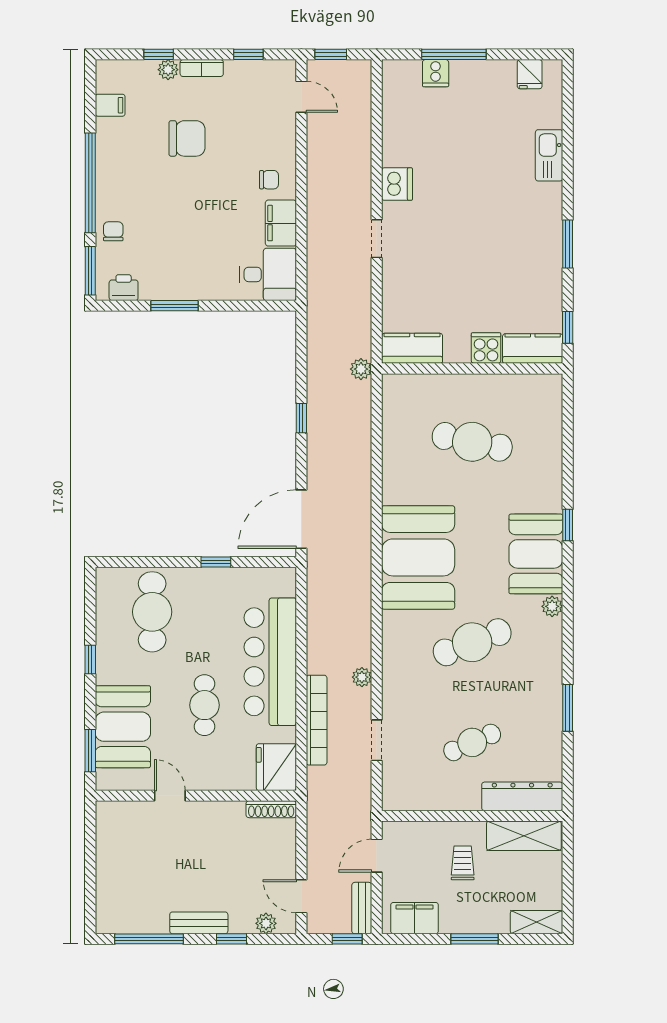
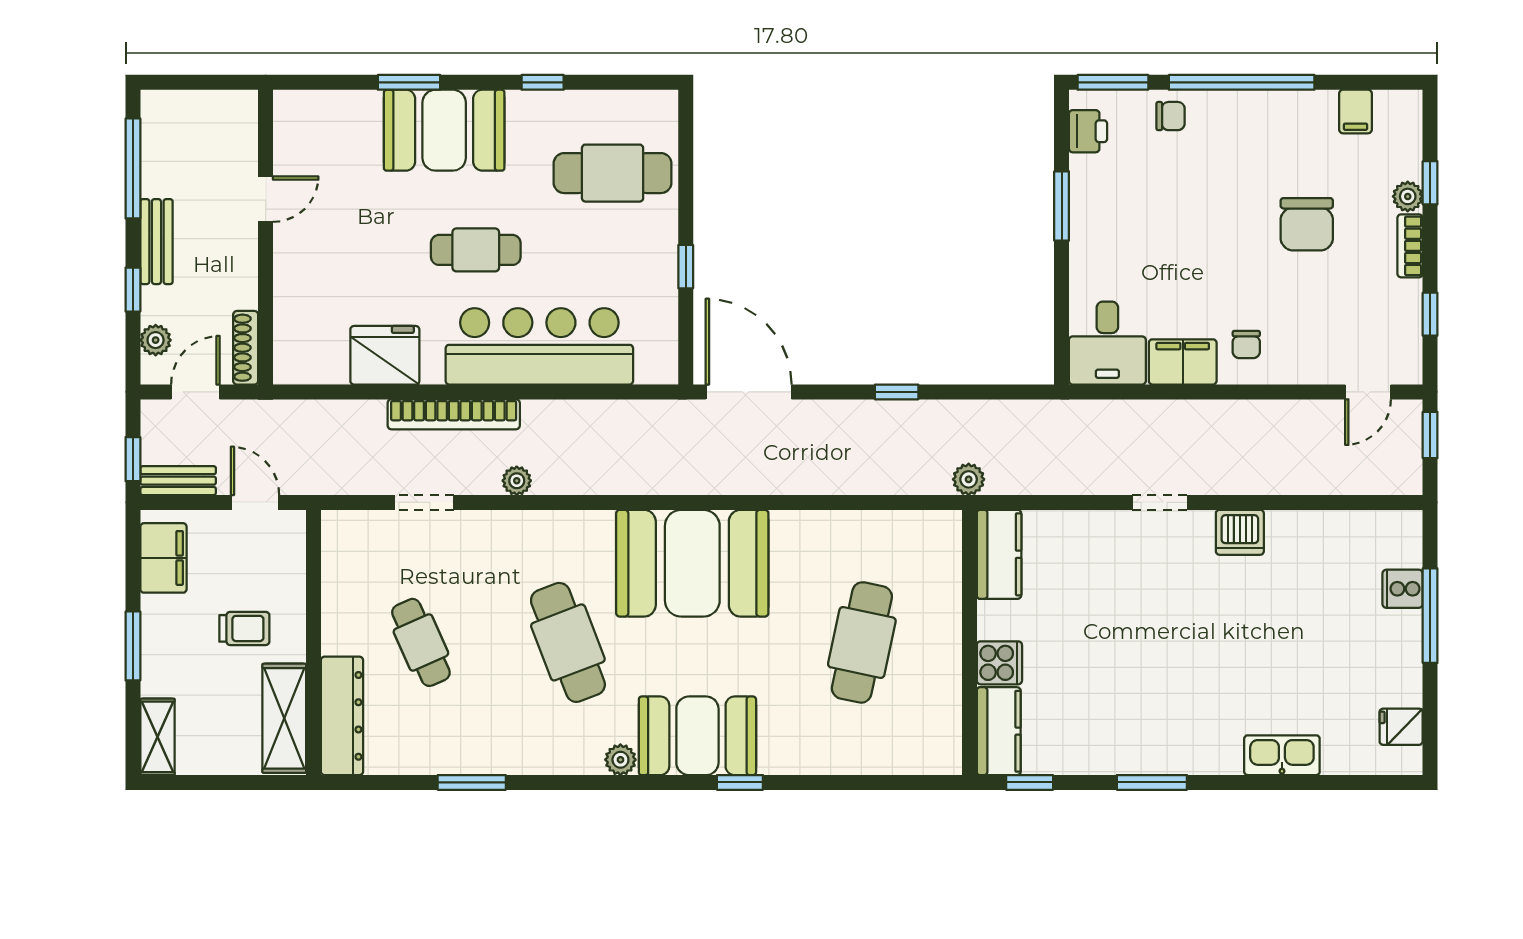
door: (170, 796) -> (266, 199), moved
wall: (196, 796) -> (266, 237), moved
shoe rack: (271, 809) -> (246, 348), moved

